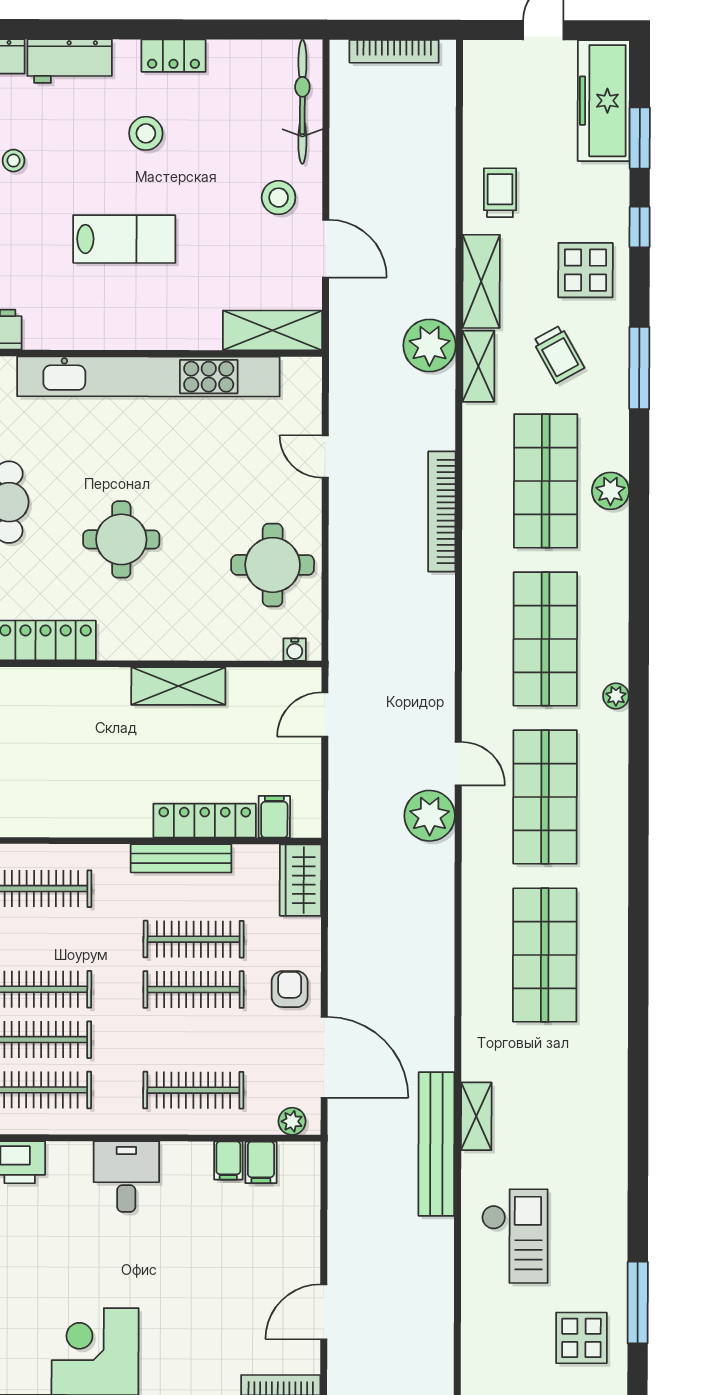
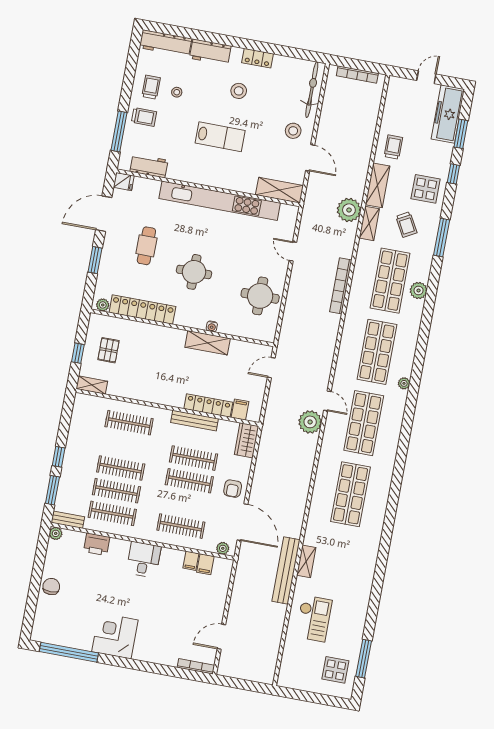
water cooler: (295, 650) -> (212, 326), moved
armchair: (290, 989) -> (233, 489), turned 180

